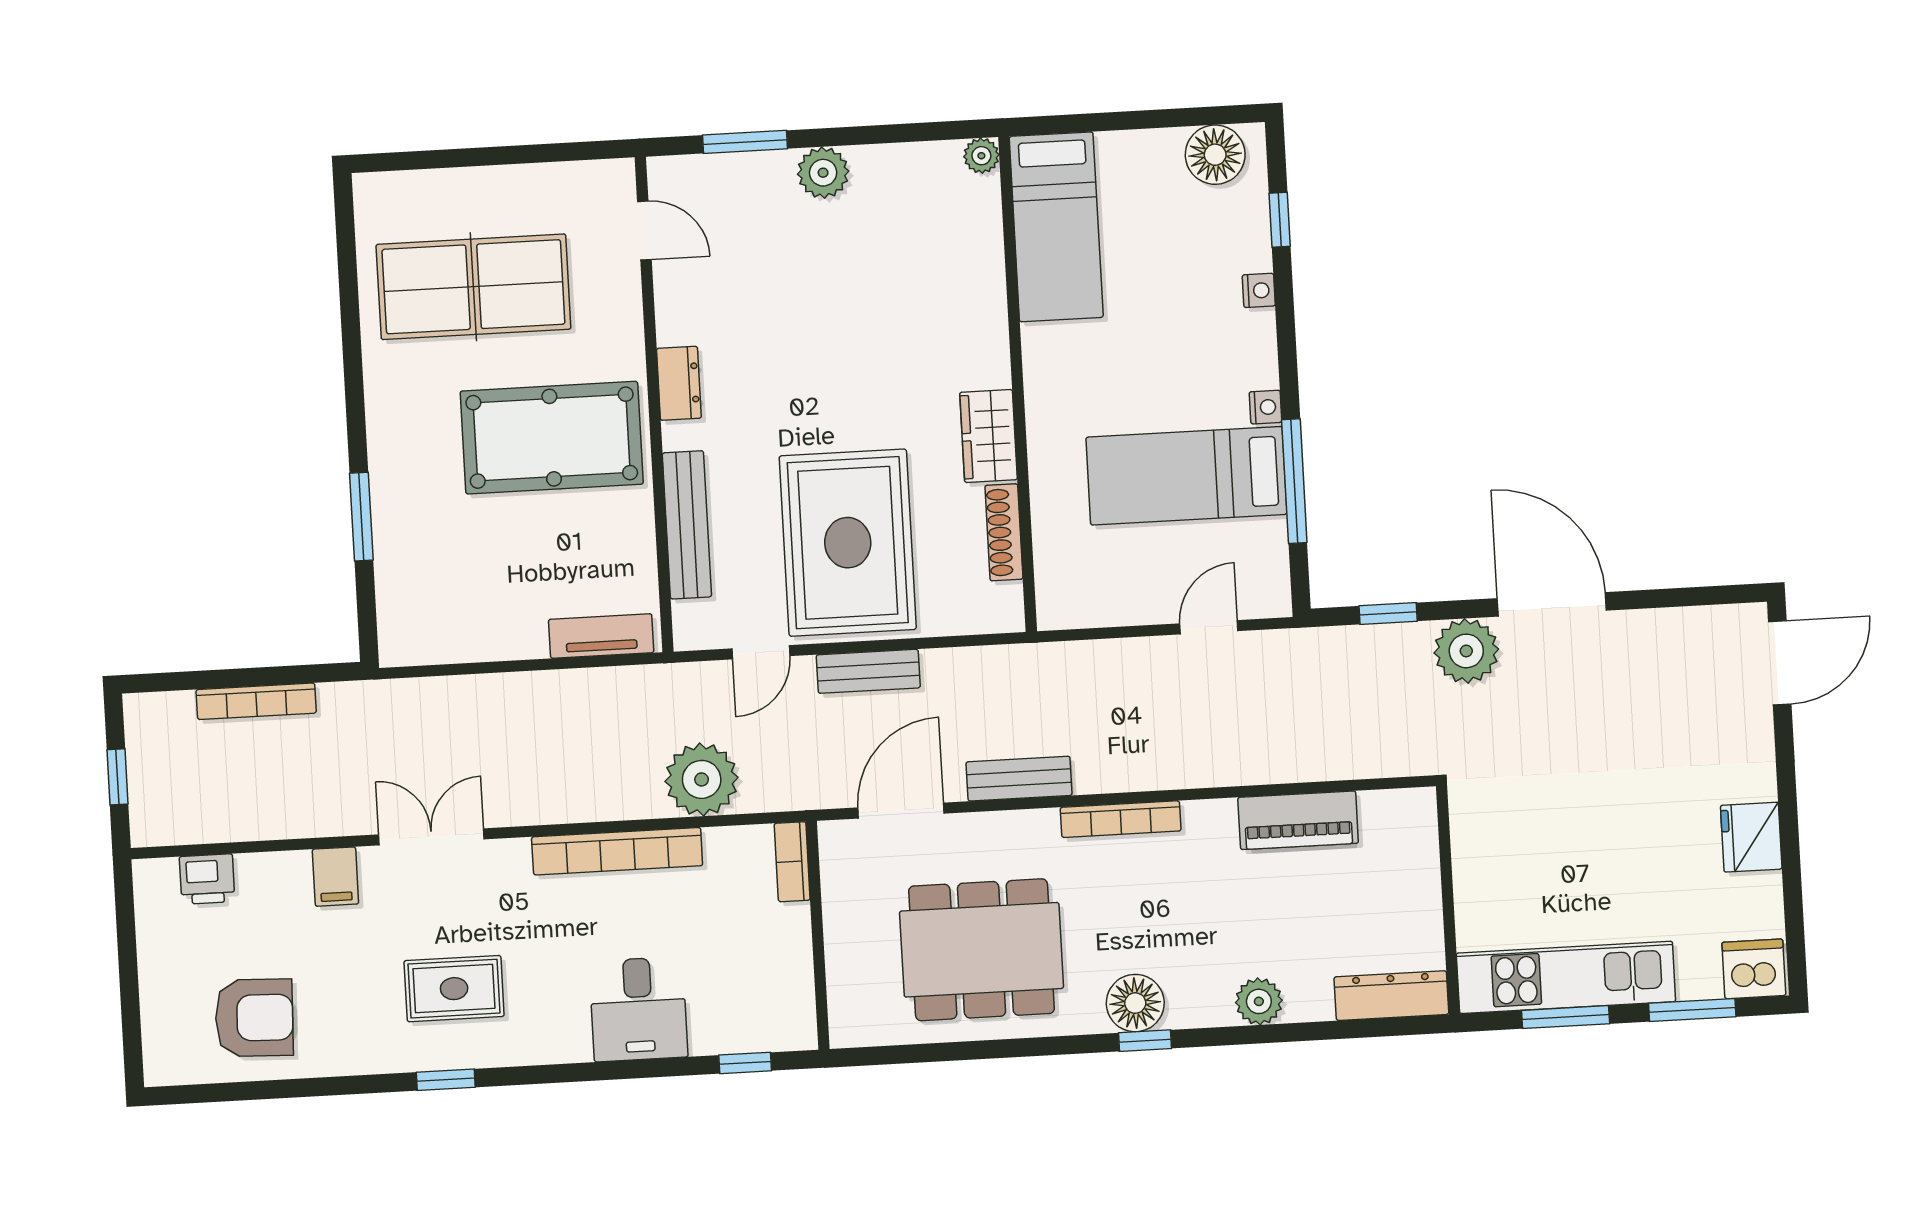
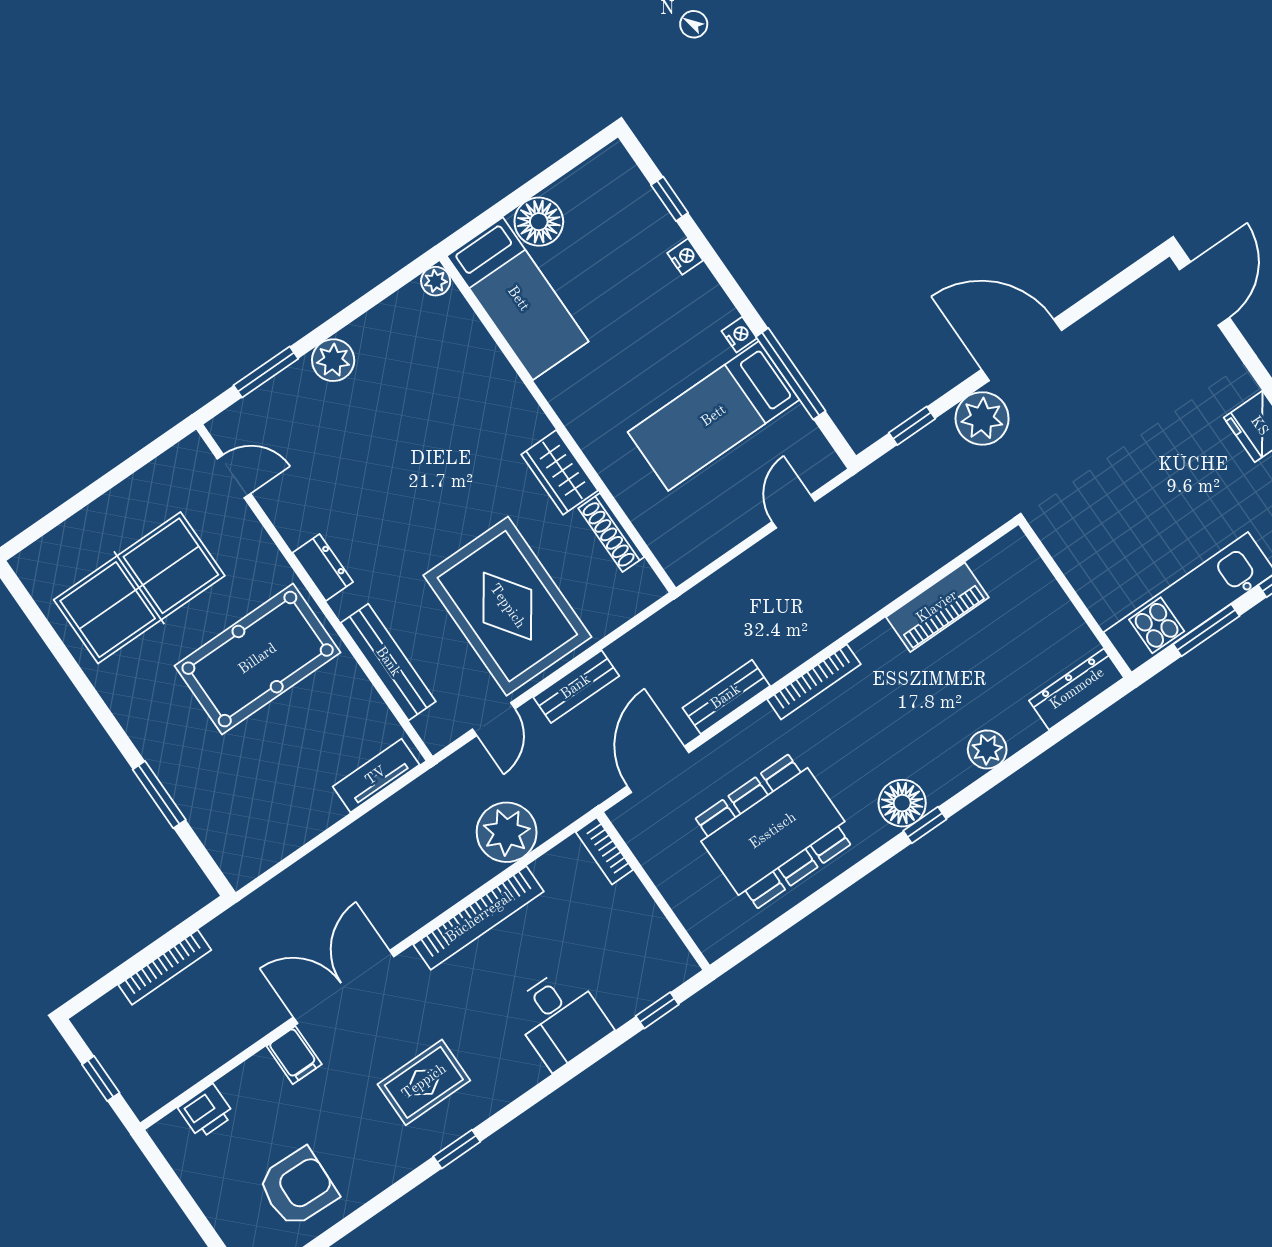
floor lamp: (1215, 155) -> (539, 222), moved
double door: (431, 837) -> (344, 987), width x1.37

